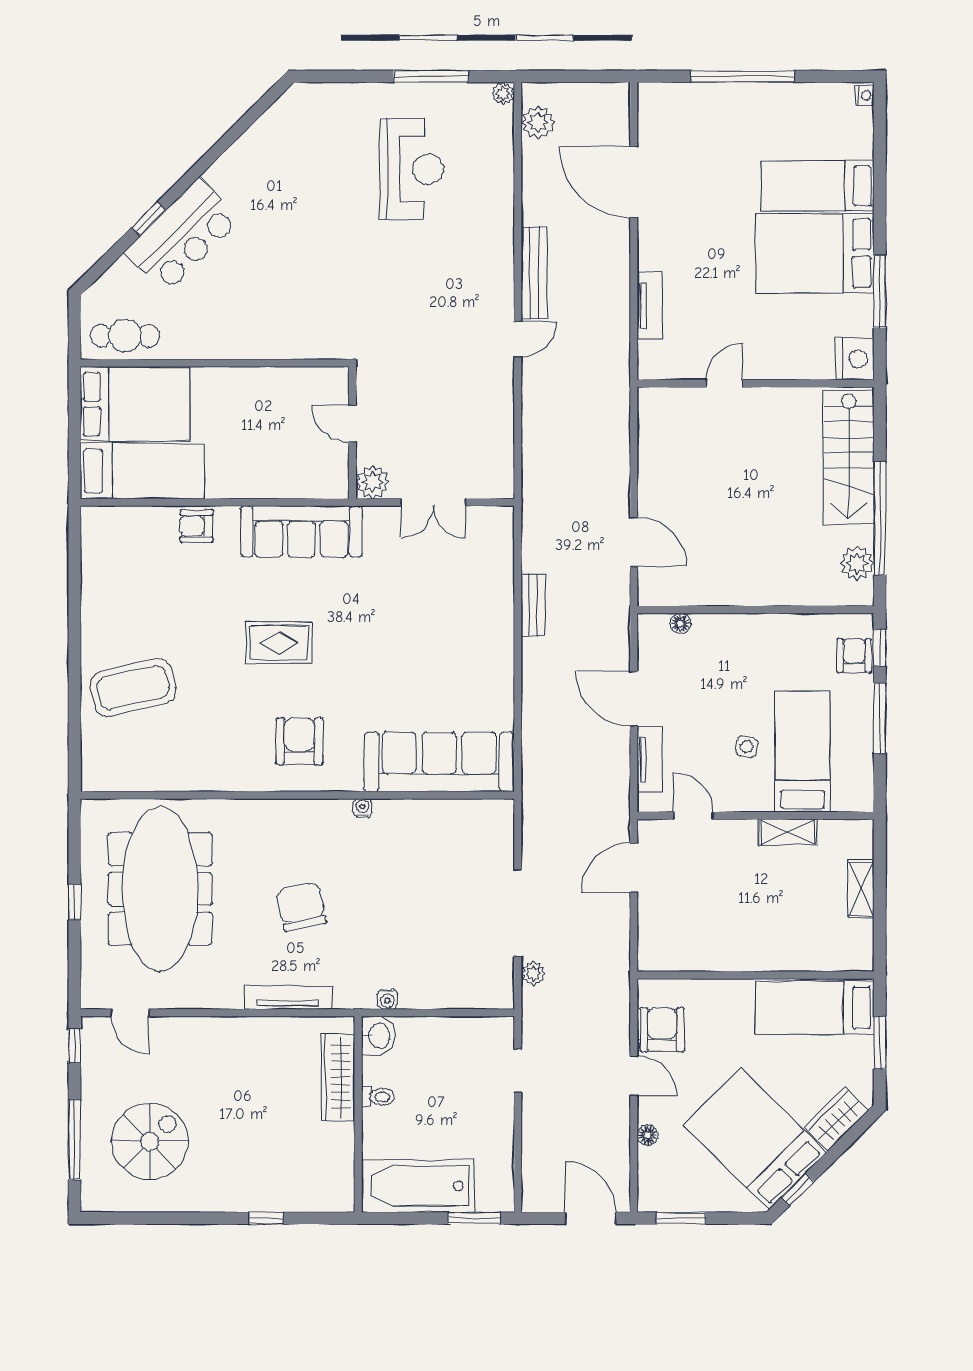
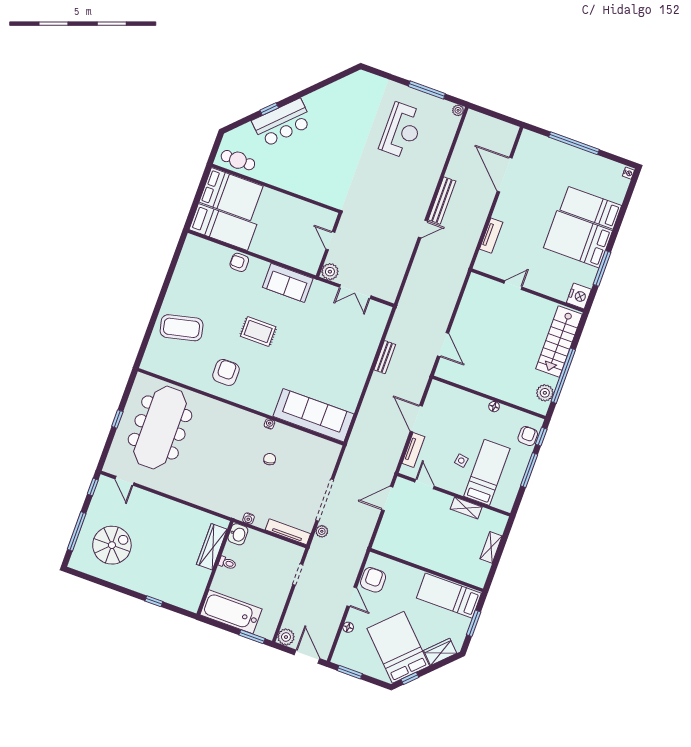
plant: (538, 123) -> (286, 637), moved
sofa: (301, 531) -> (288, 283), width x0.73
floor lamp: (680, 623) -> (494, 407), moved
armchair: (299, 741) -> (226, 372), moved
chair: (301, 907) -> (270, 459), moved, width x0.54, depth x0.54
tv unit: (288, 997) -> (288, 532), moved

